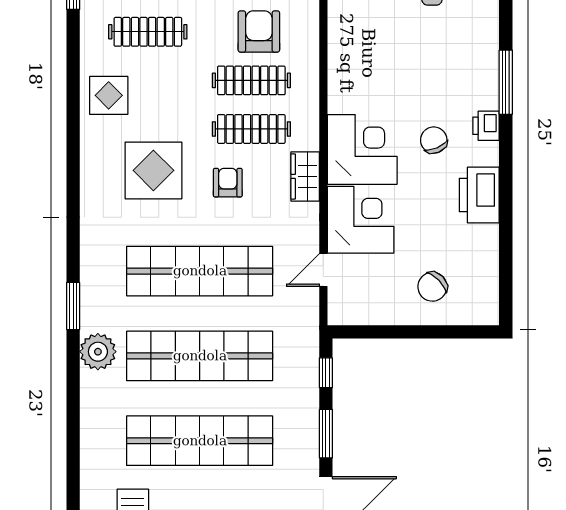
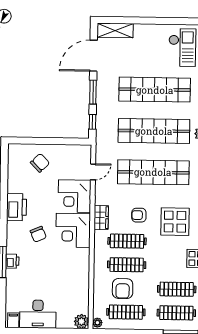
printer: (486, 126) -> (12, 261), moved
armchair: (228, 183) -> (139, 215), turned 90

